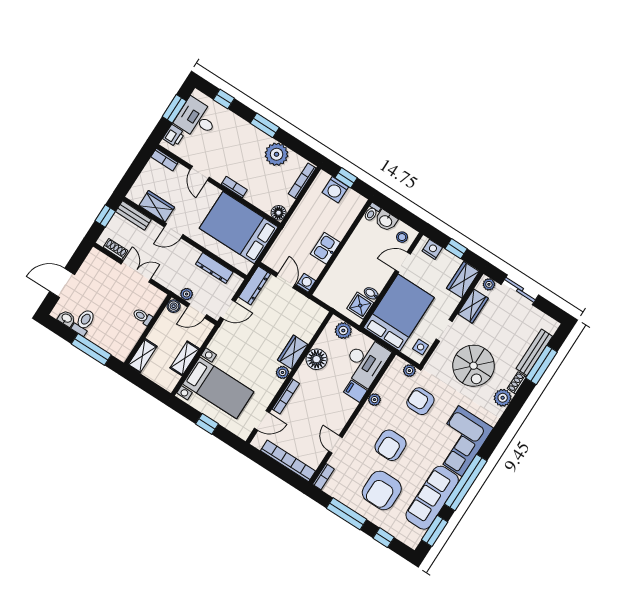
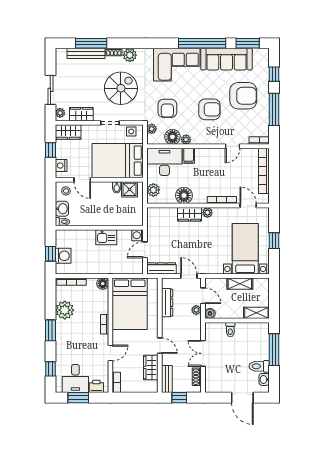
floor lamp: (387, 387) -> (172, 137), added

